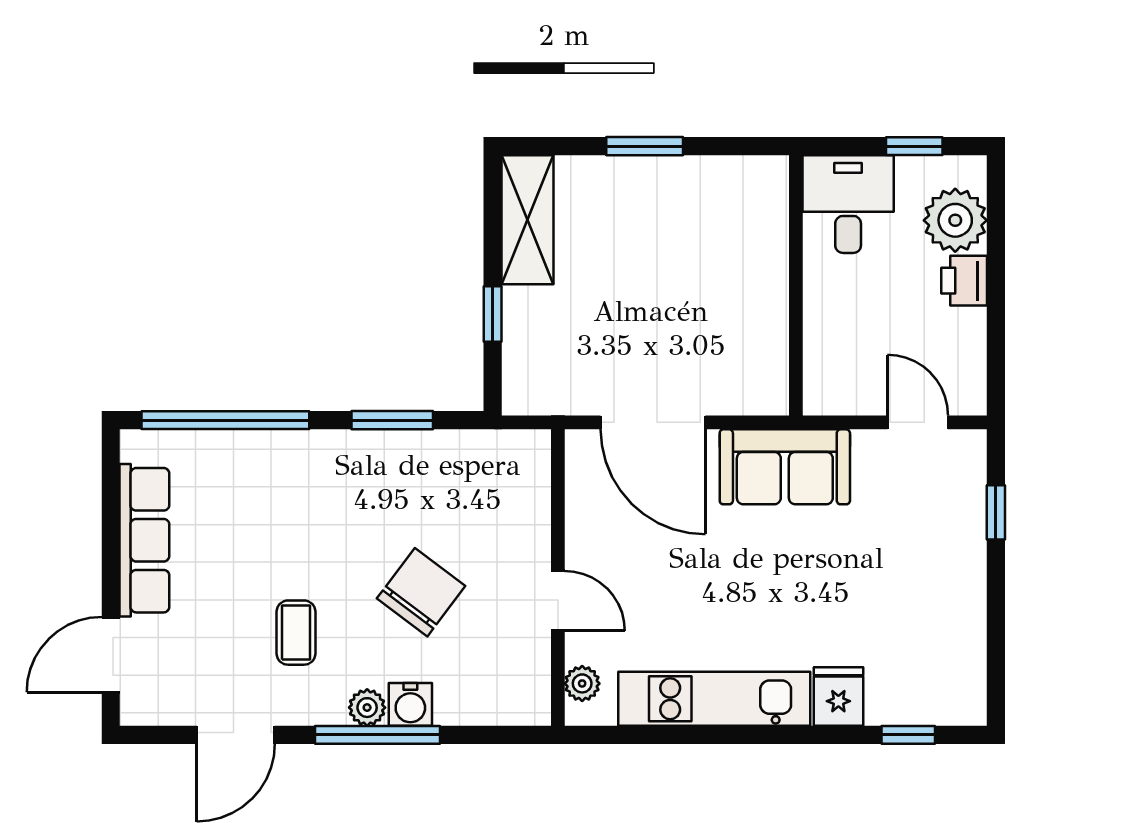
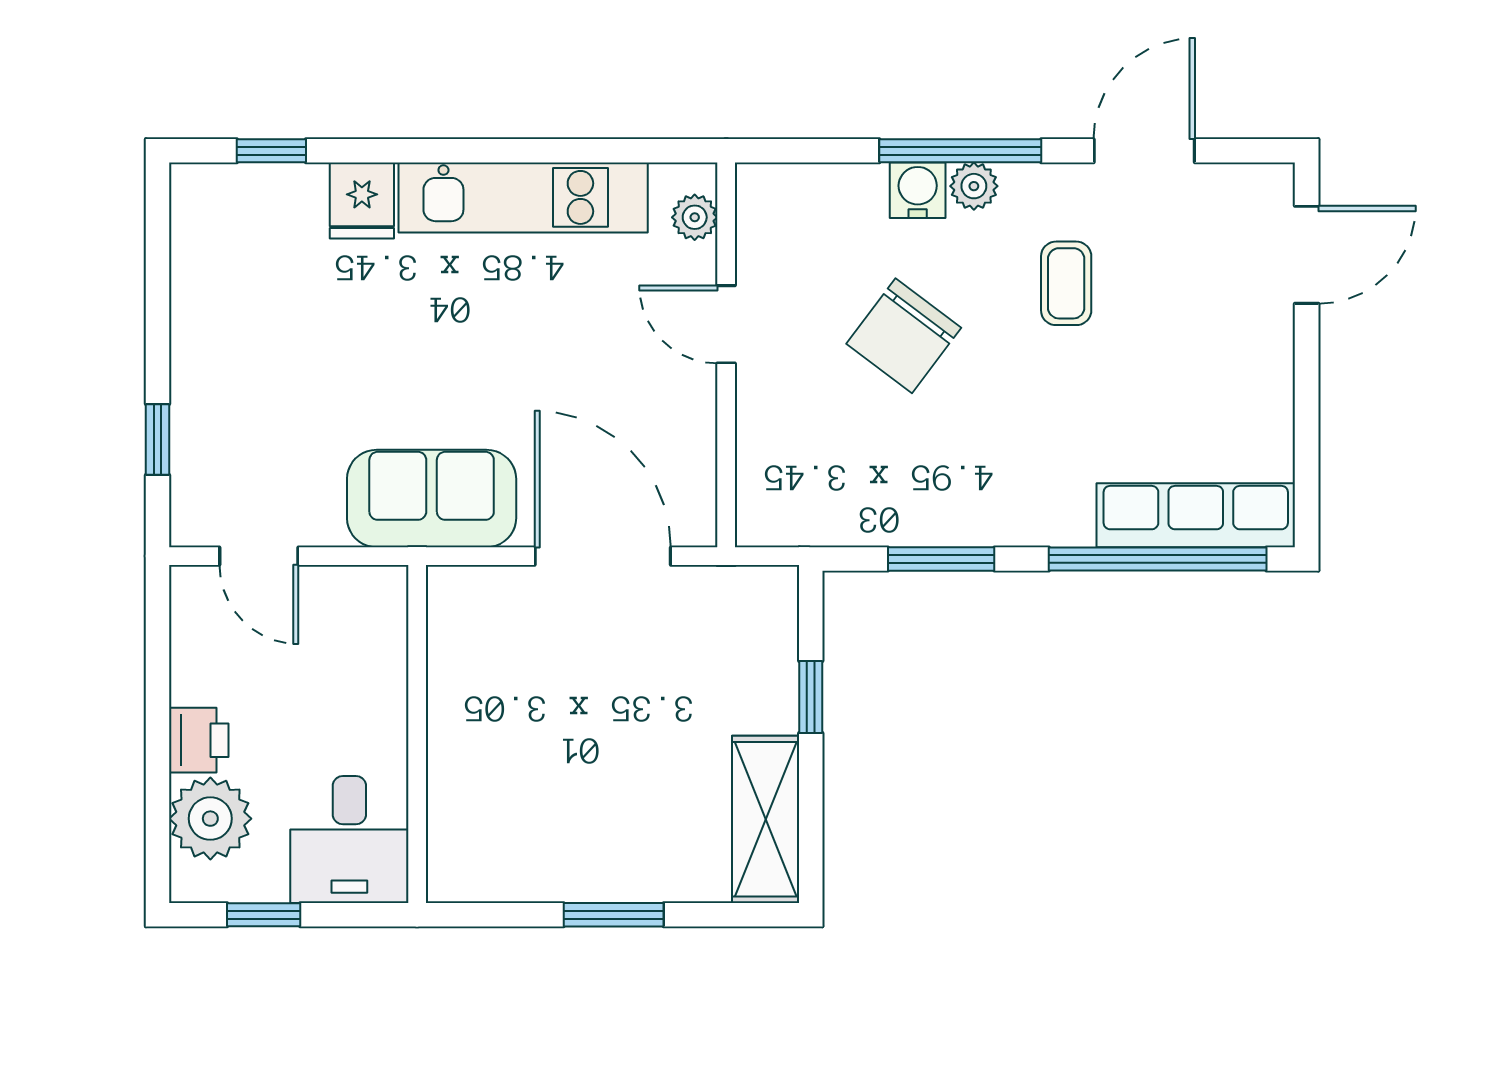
row of seats: (144, 540) -> (1196, 515), moved, turned 90

